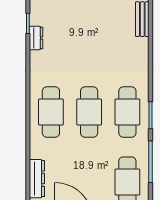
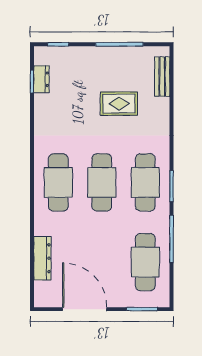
dresser: (36, 38) -> (41, 79), moved
rug: (104, 43) -> (119, 104), added

